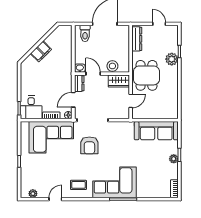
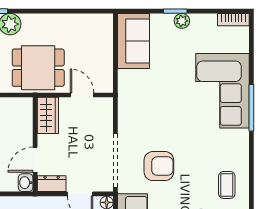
stool: (112, 66) -> (22, 126), removed
sofa: (156, 131) -> (133, 41), width x0.73
corner sofa: (115, 182) -> (222, 91), moved

